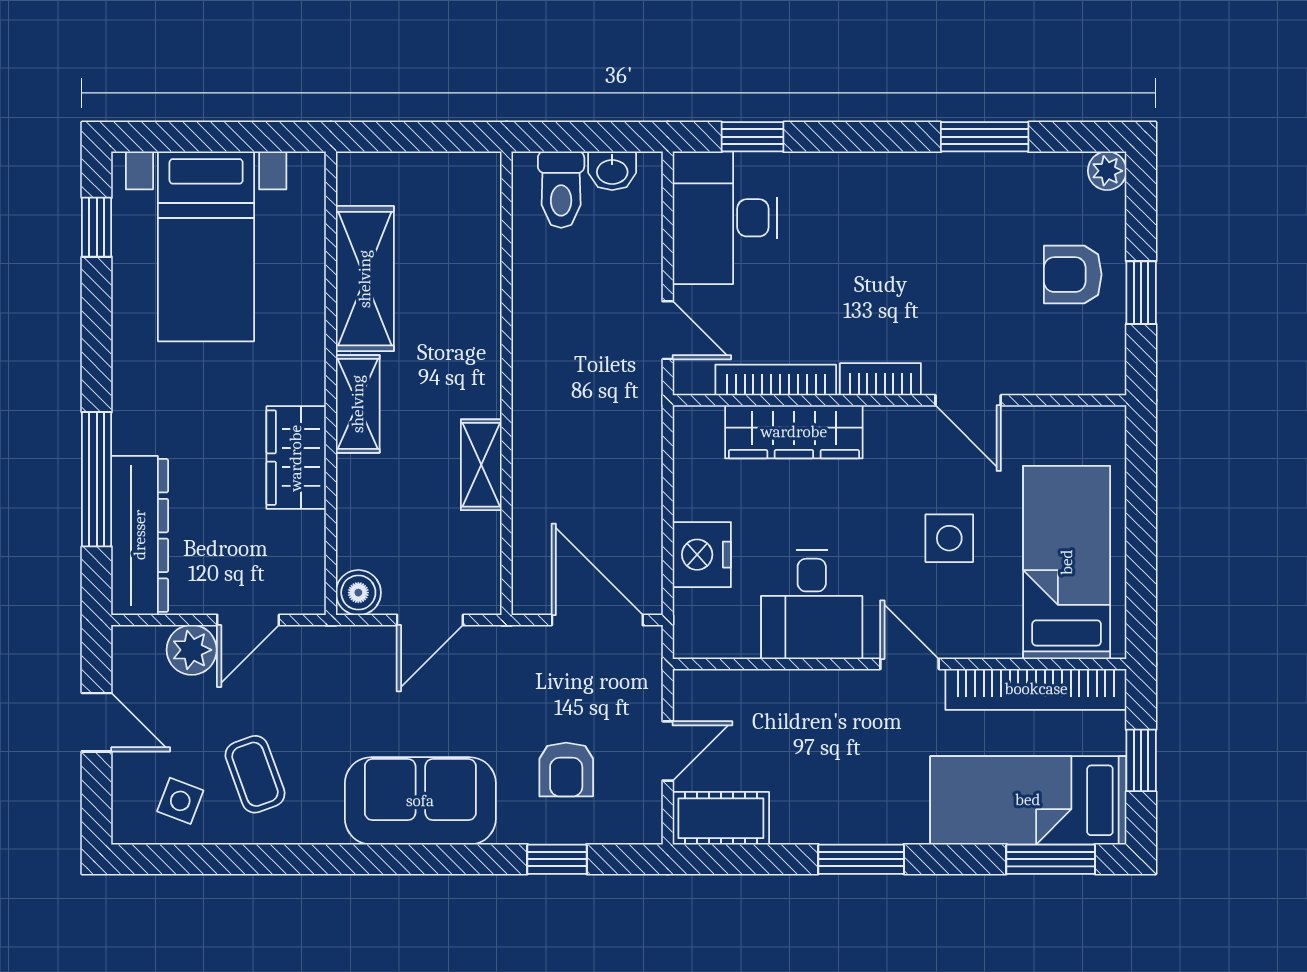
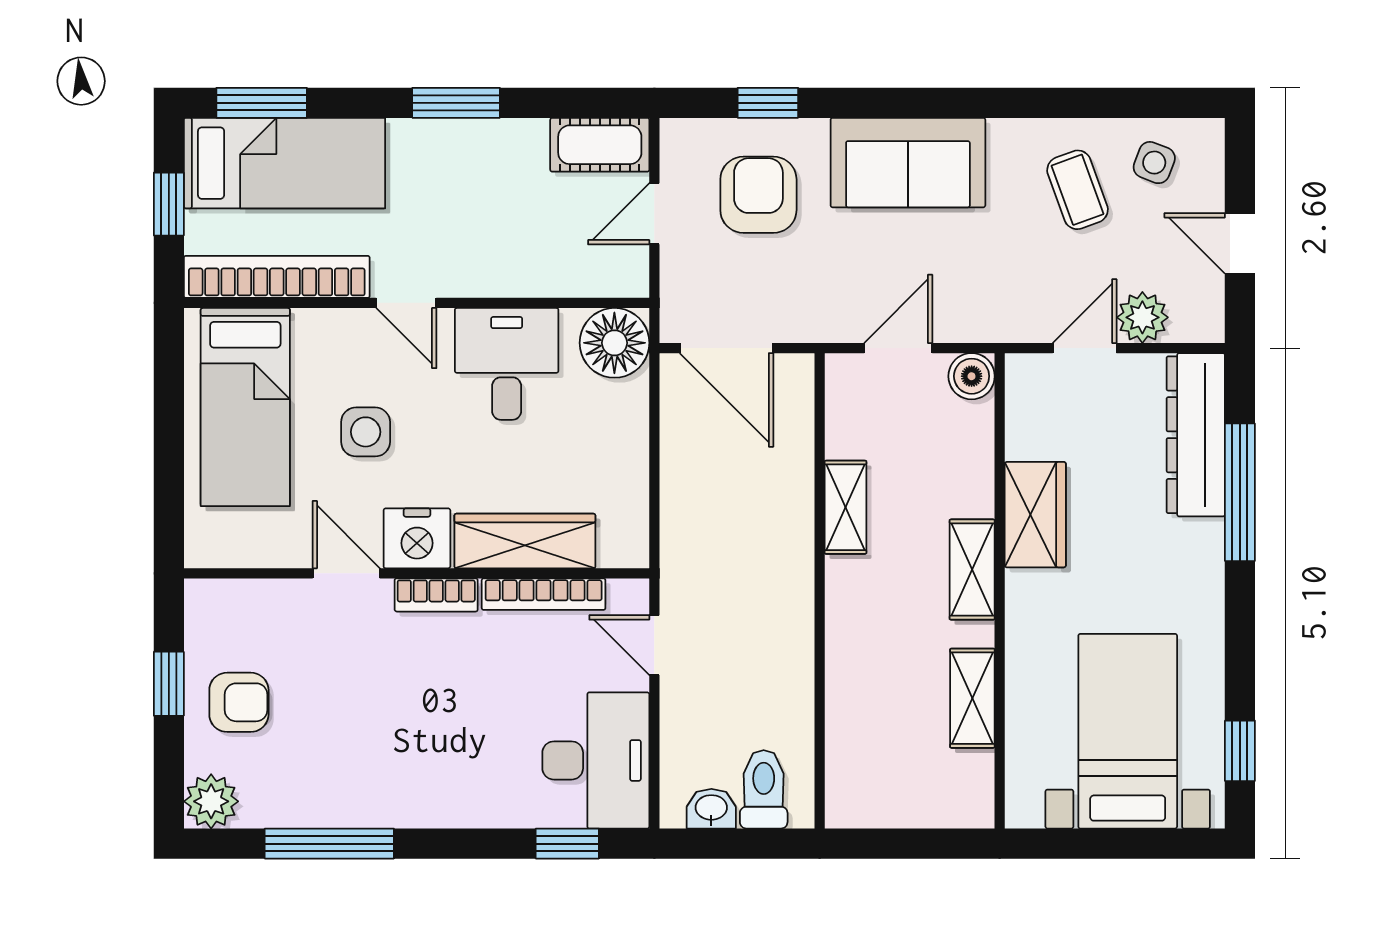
window: (985, 137) -> (329, 844), width x1.44
plant: (1107, 171) -> (211, 801), width x1.38, depth x1.38
shelving: (365, 279) -> (972, 698), width x0.67, depth x0.75
nightstand: (702, 555) -> (417, 538), moved, turned 90
floor lamp: (707, 625) -> (614, 343), added
armchair: (566, 770) -> (758, 195), width x1.38, depth x1.38

